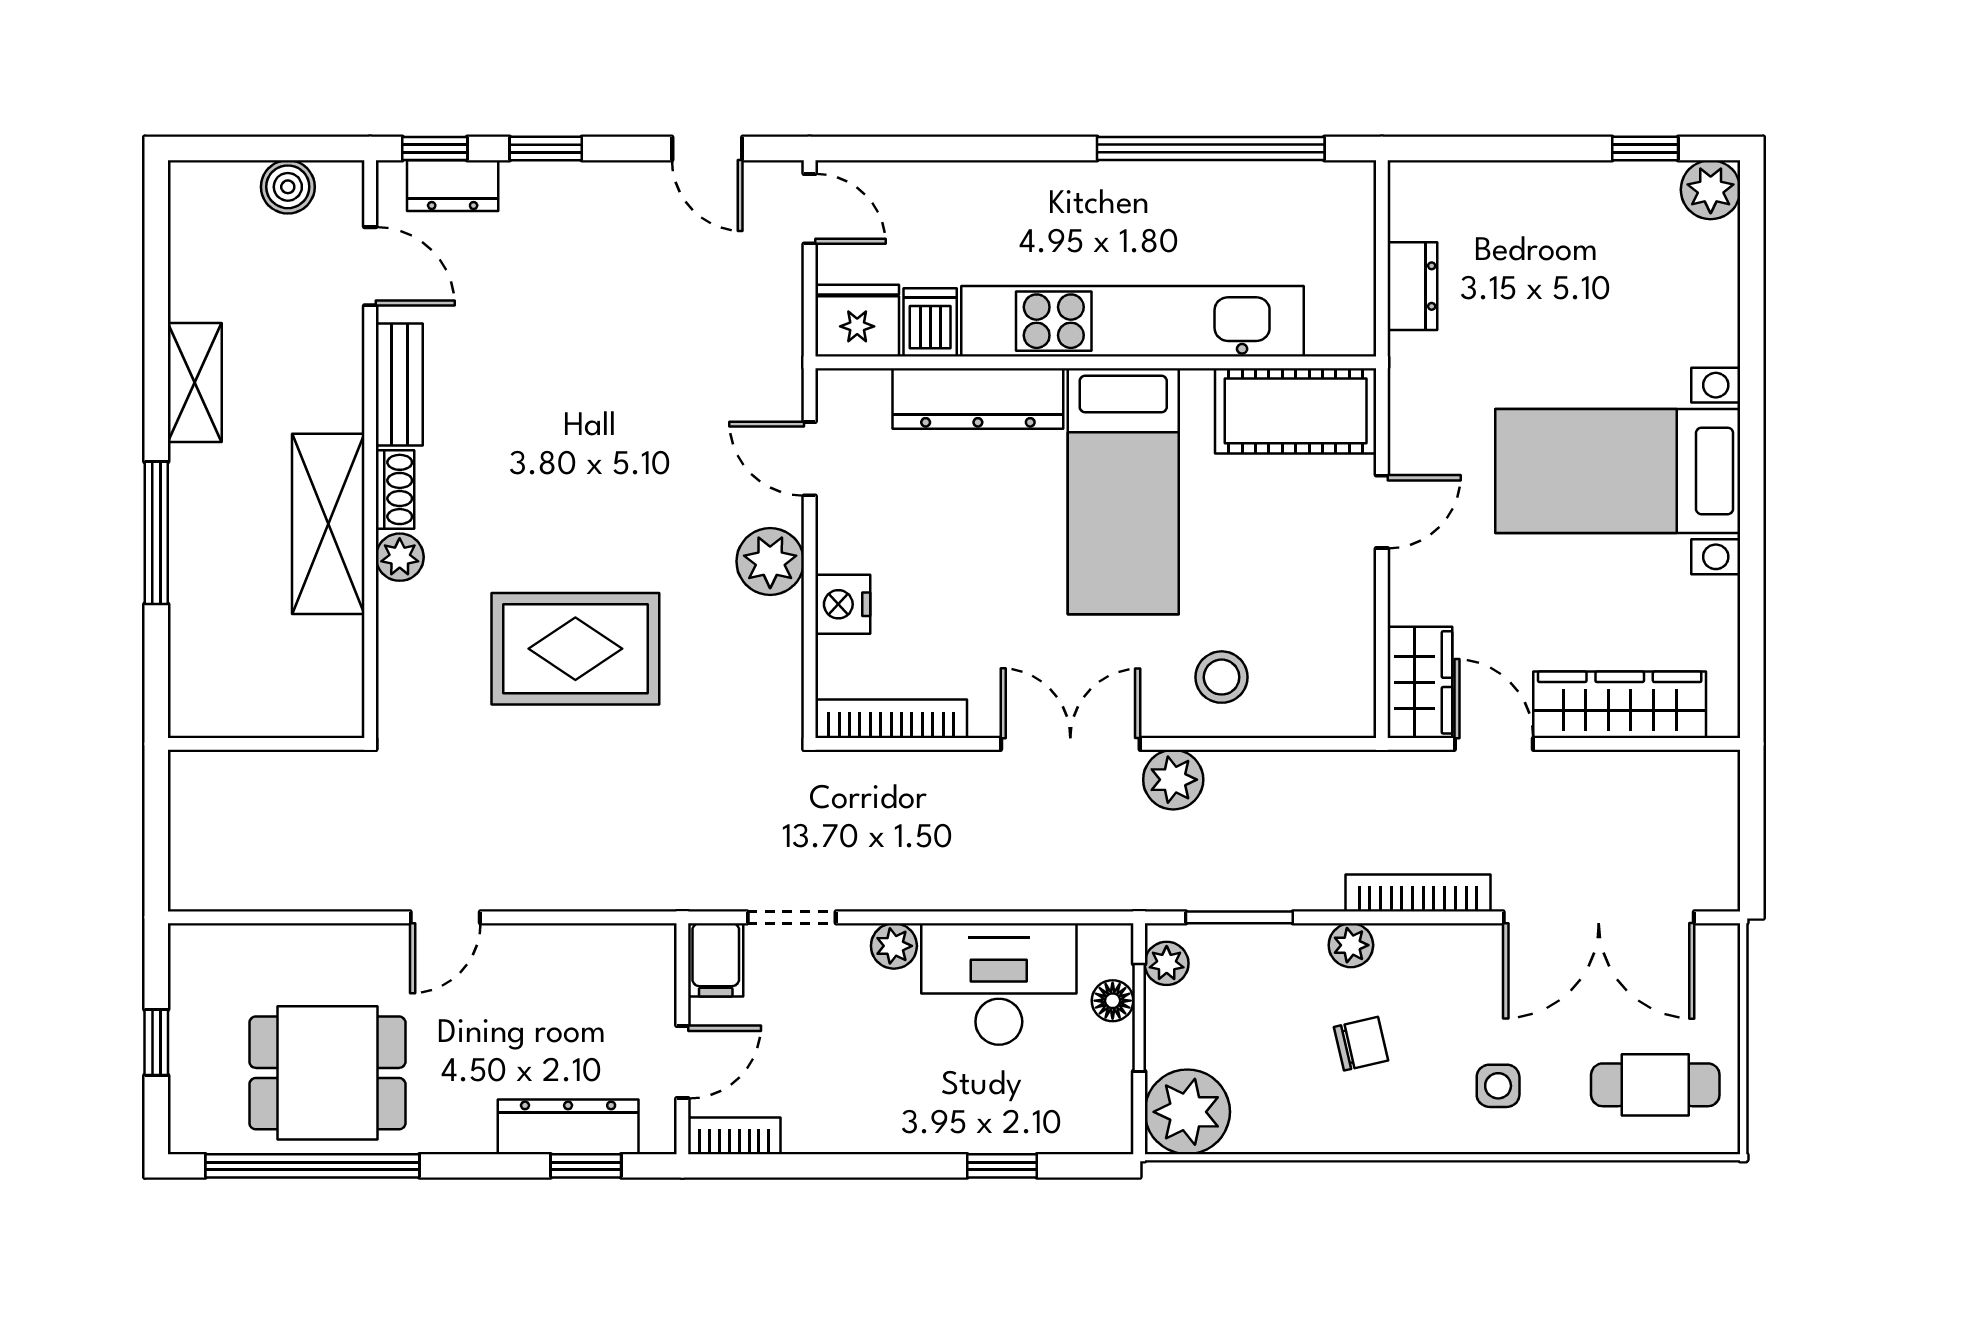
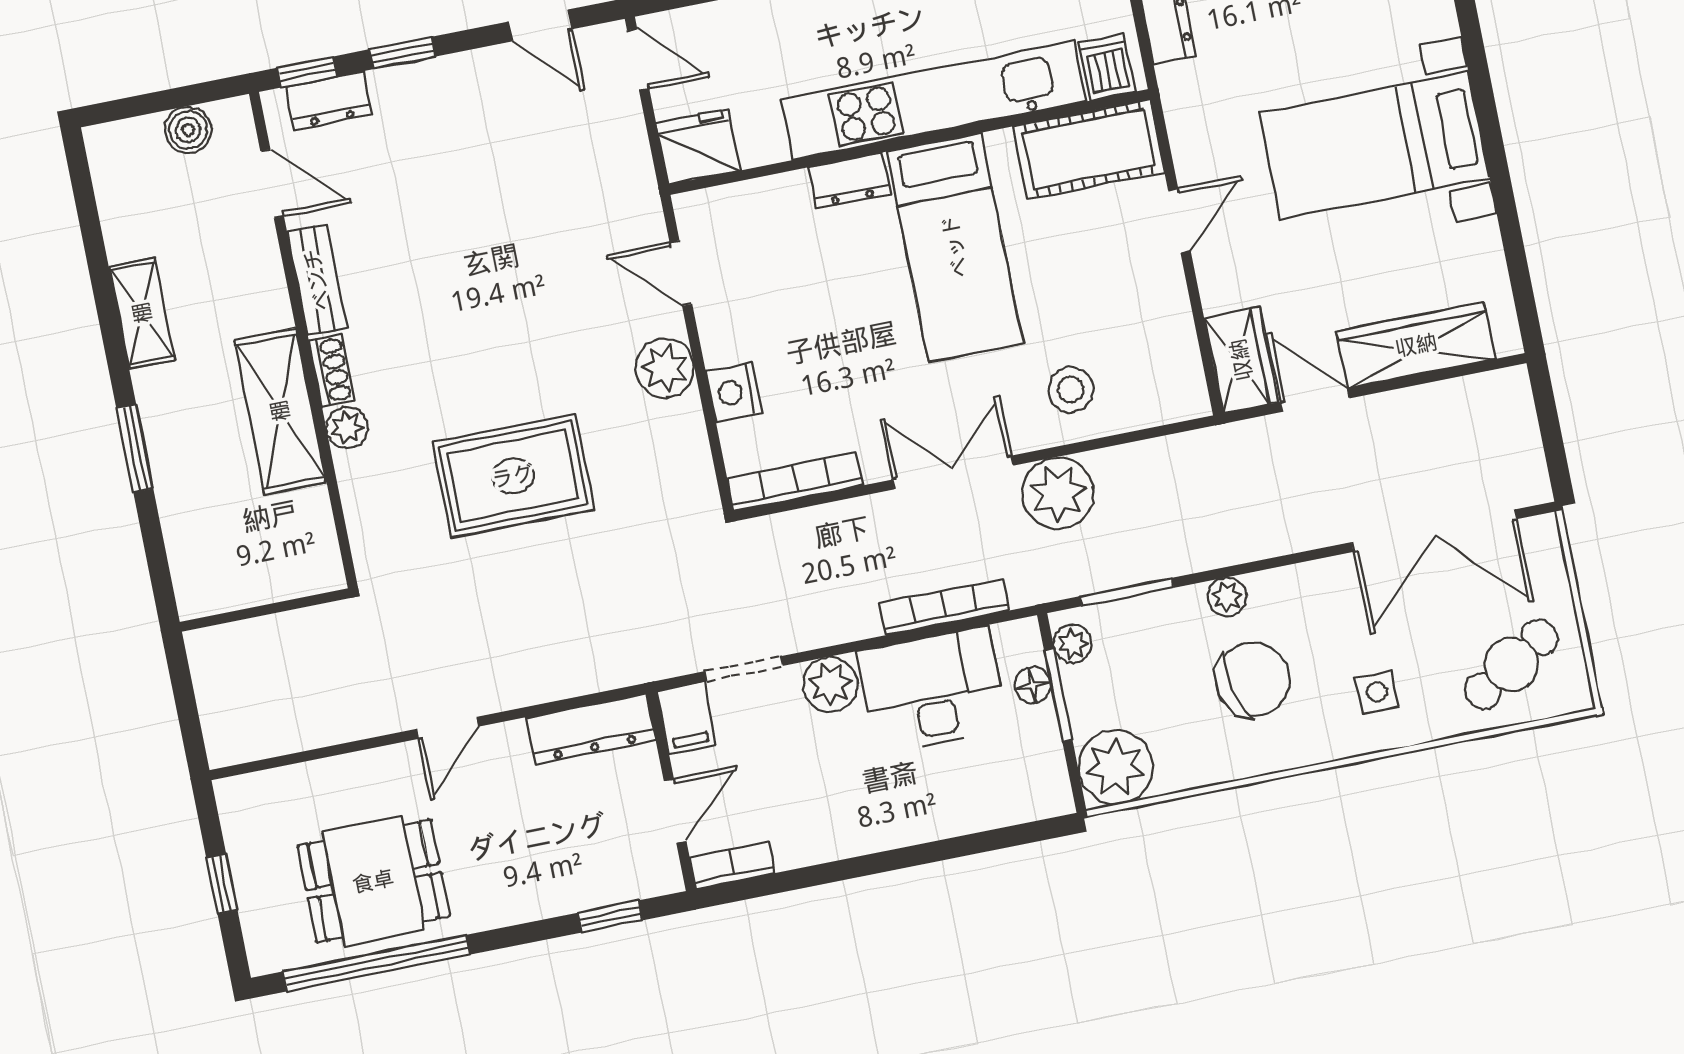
dishwasher: (930, 322) -> (1107, 67), moved
dresser: (978, 399) -> (849, 181), width x0.51, depth x0.80
window: (156, 533) -> (135, 448), width x0.69
plant: (1173, 780) -> (1058, 493), width x1.36, depth x1.36
bookcase: (1418, 893) -> (944, 607), moved
plant: (894, 946) -> (830, 684), width x1.38, depth x1.38
chair: (1361, 1044) -> (1253, 679), width x1.87, depth x1.87
cafe table: (1655, 1085) -> (1511, 664), turned -32
dresser: (568, 1127) -> (591, 729), moved, turned 180
window: (1002, 1166) -> (966, 845), removed

